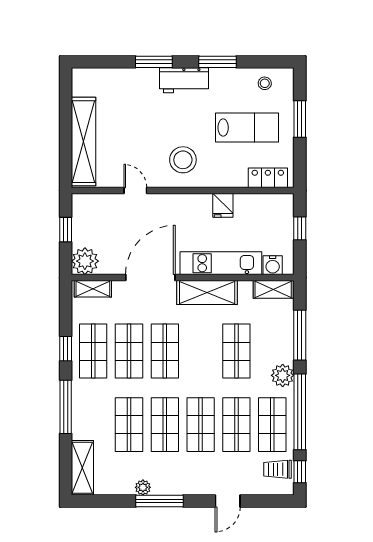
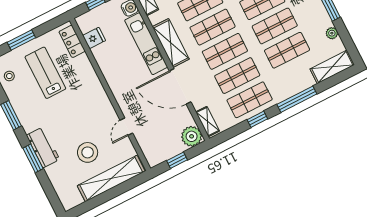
workbench: (184, 80) -> (43, 147), moved
stool: (183, 160) -> (88, 152), moved
fridge: (223, 205) -> (94, 38), moved
shop shelf: (201, 351) -> (213, 27), added
plant: (143, 487) -> (332, 33), moved

